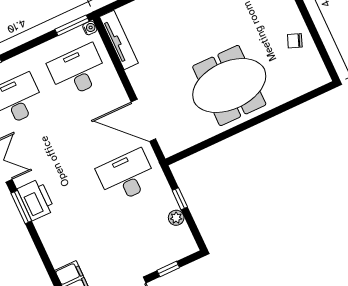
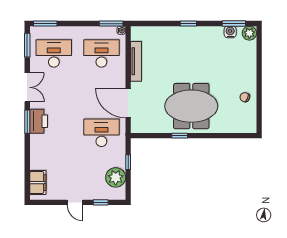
tv unit: (119, 40) -> (136, 61), moved
window: (232, 132) -> (180, 136), added
plant: (176, 218) -> (116, 177), width x1.87, depth x1.87

